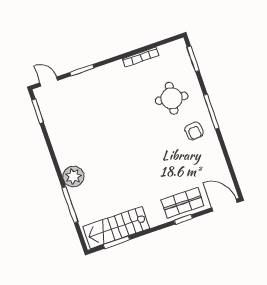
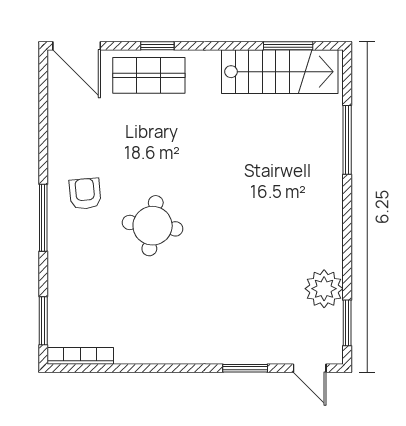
bookcase: (141, 57) -> (80, 356), moved
round table: (172, 98) -> (153, 226), moved
plant: (73, 176) -> (324, 289), moved

